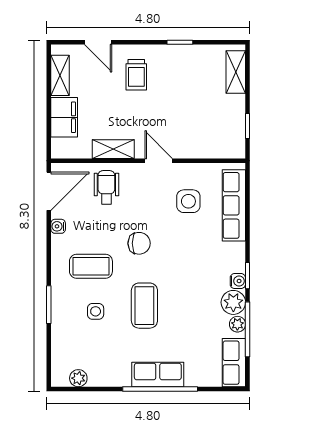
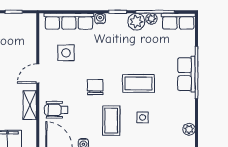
water cooler: (238, 281) -> (100, 18), moved

